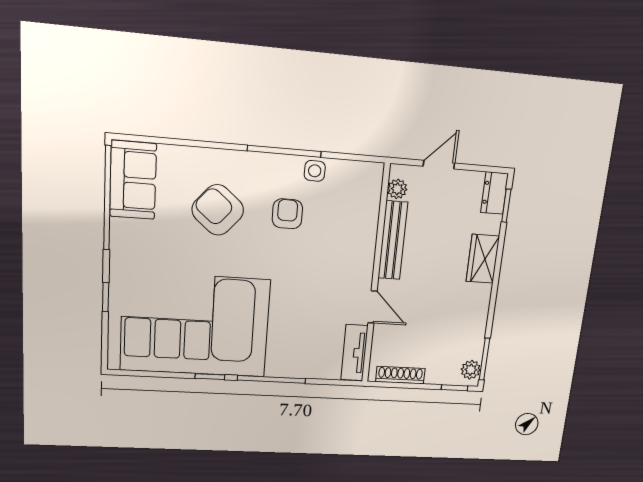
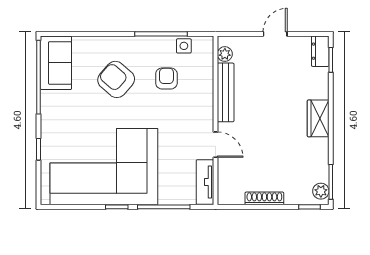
plant: (397, 189) -> (225, 54), moved
bench: (393, 240) -> (226, 92), moved
wardrobe: (483, 259) -> (318, 118), moved
wall: (376, 276) -> (215, 120), moved
door: (372, 307) -> (215, 145), moved
tv unit: (354, 353) -> (205, 182), moved

